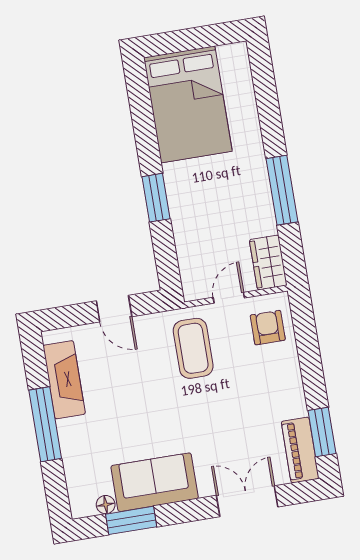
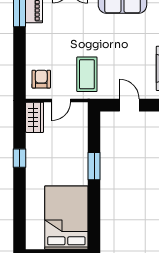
window: (282, 190) -> (20, 158), width x0.46
armchair: (268, 328) -> (41, 79), turned 180

